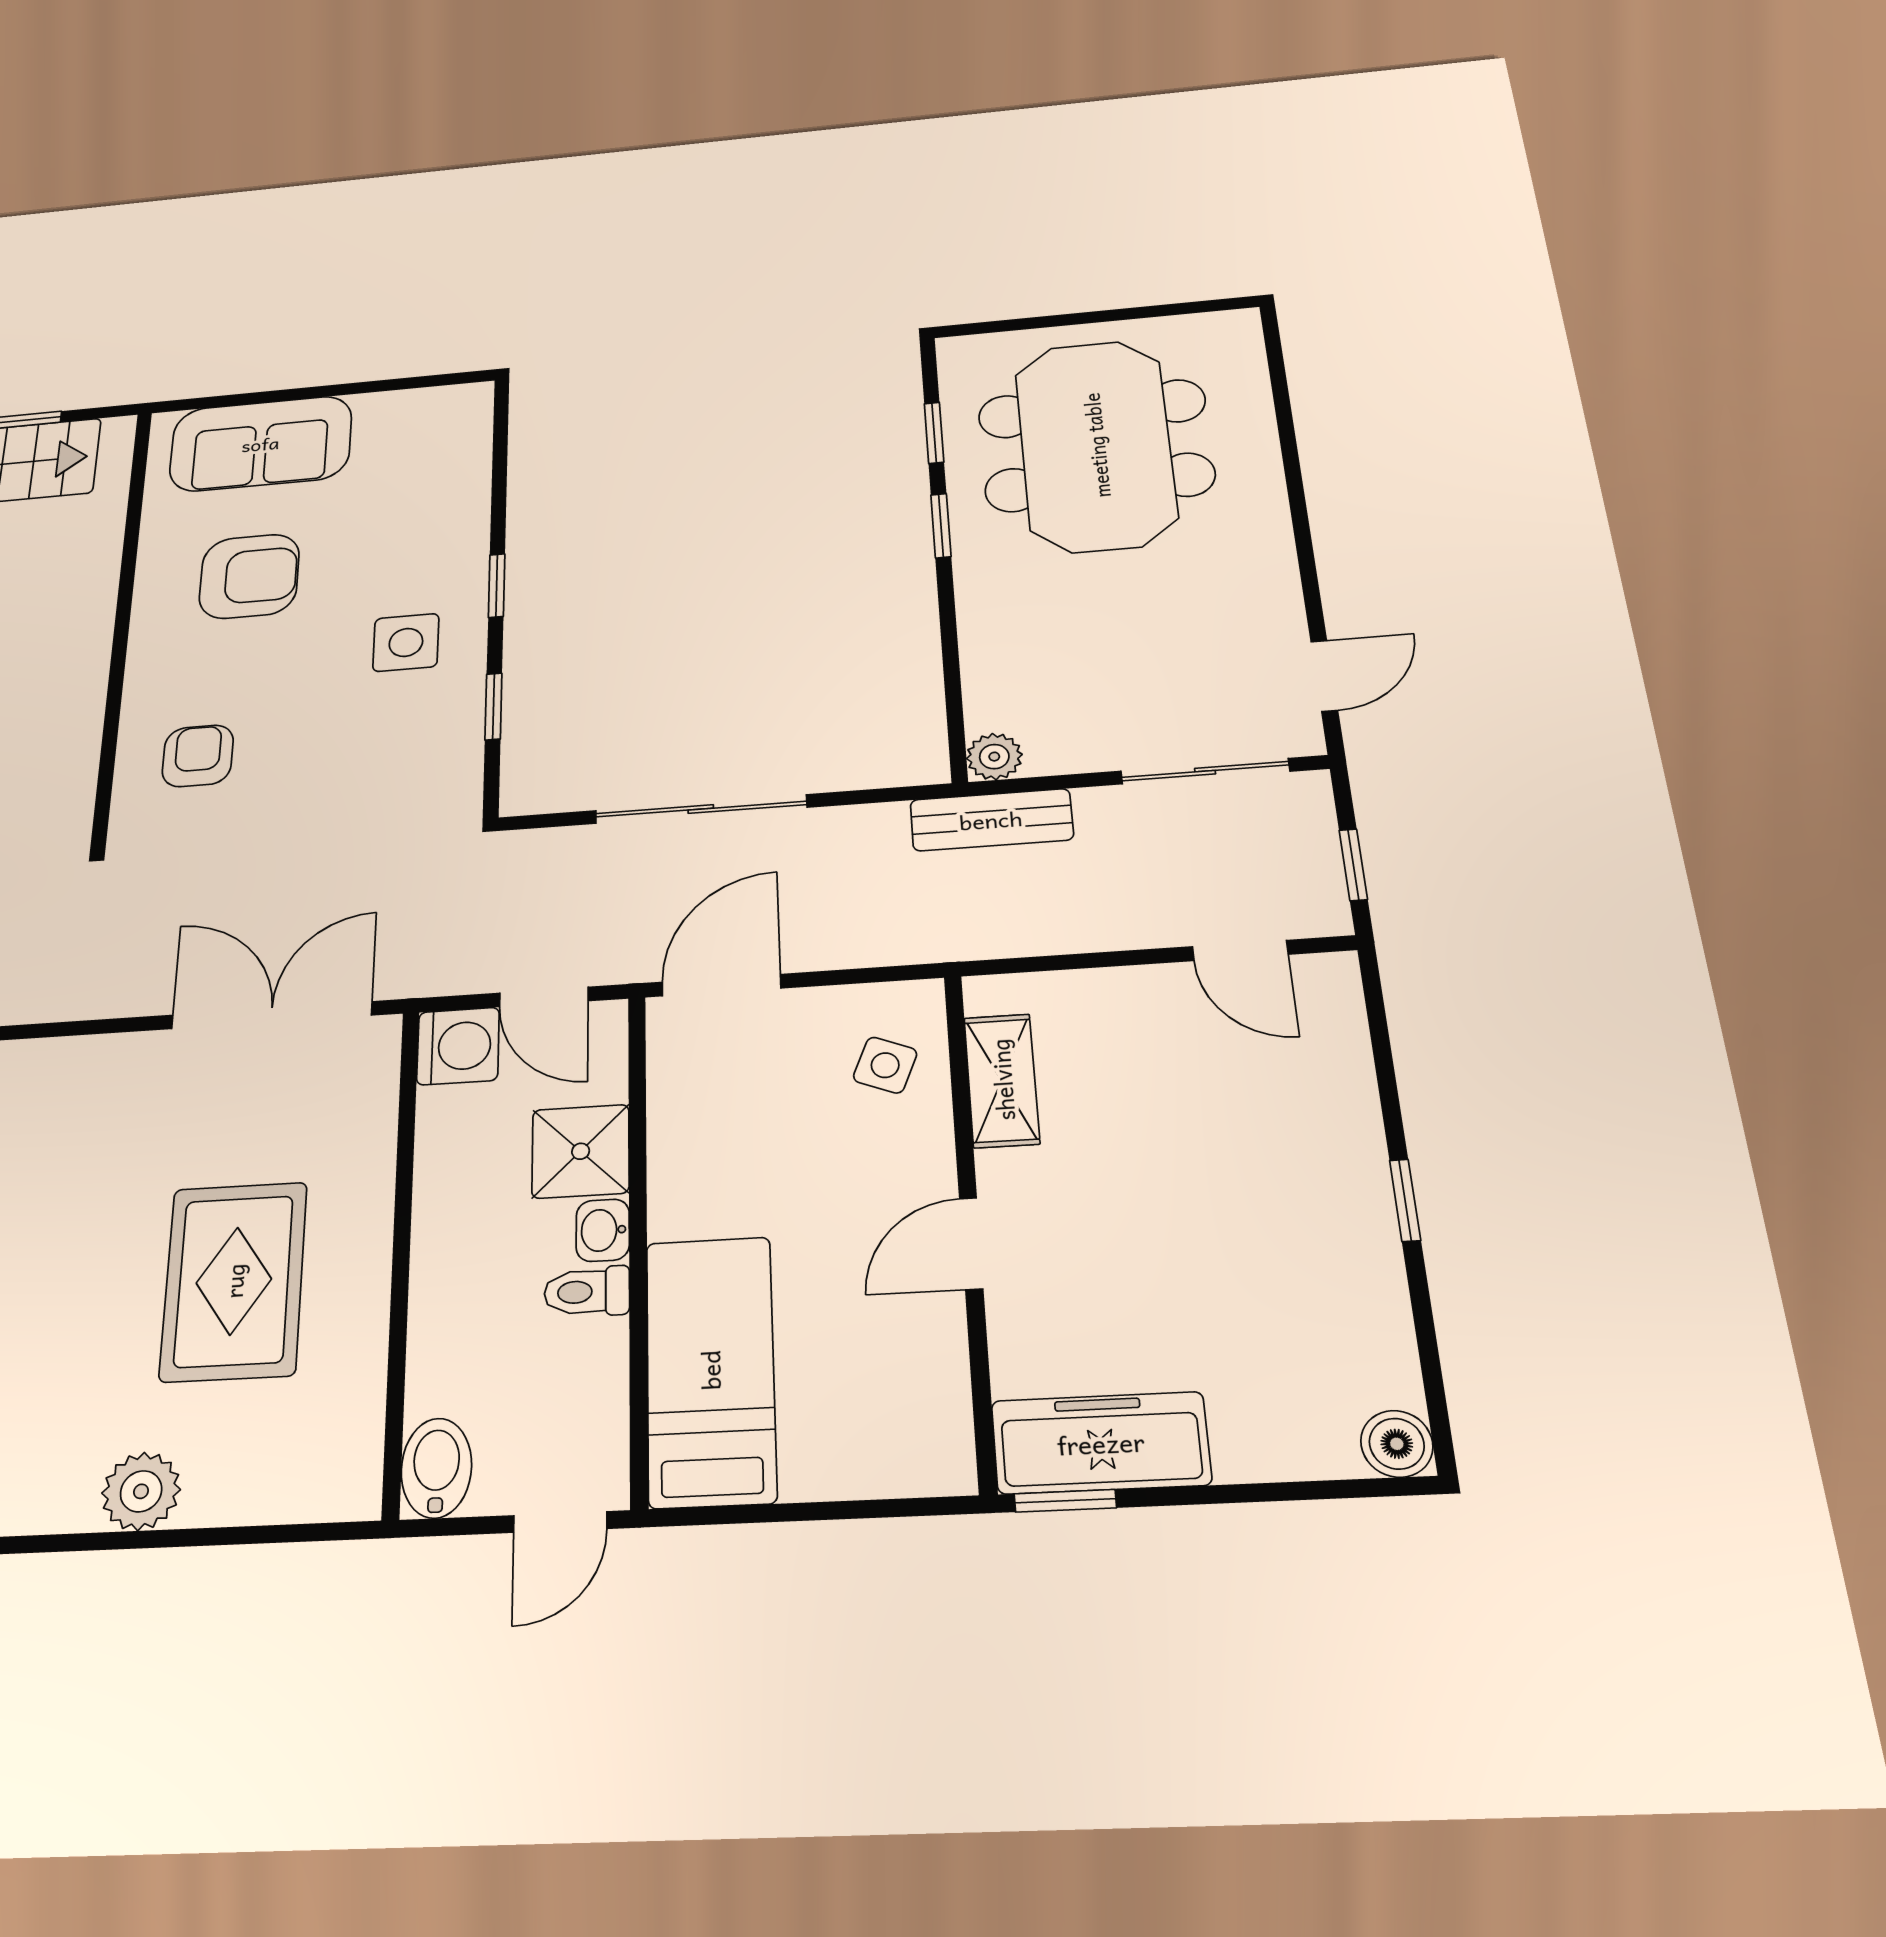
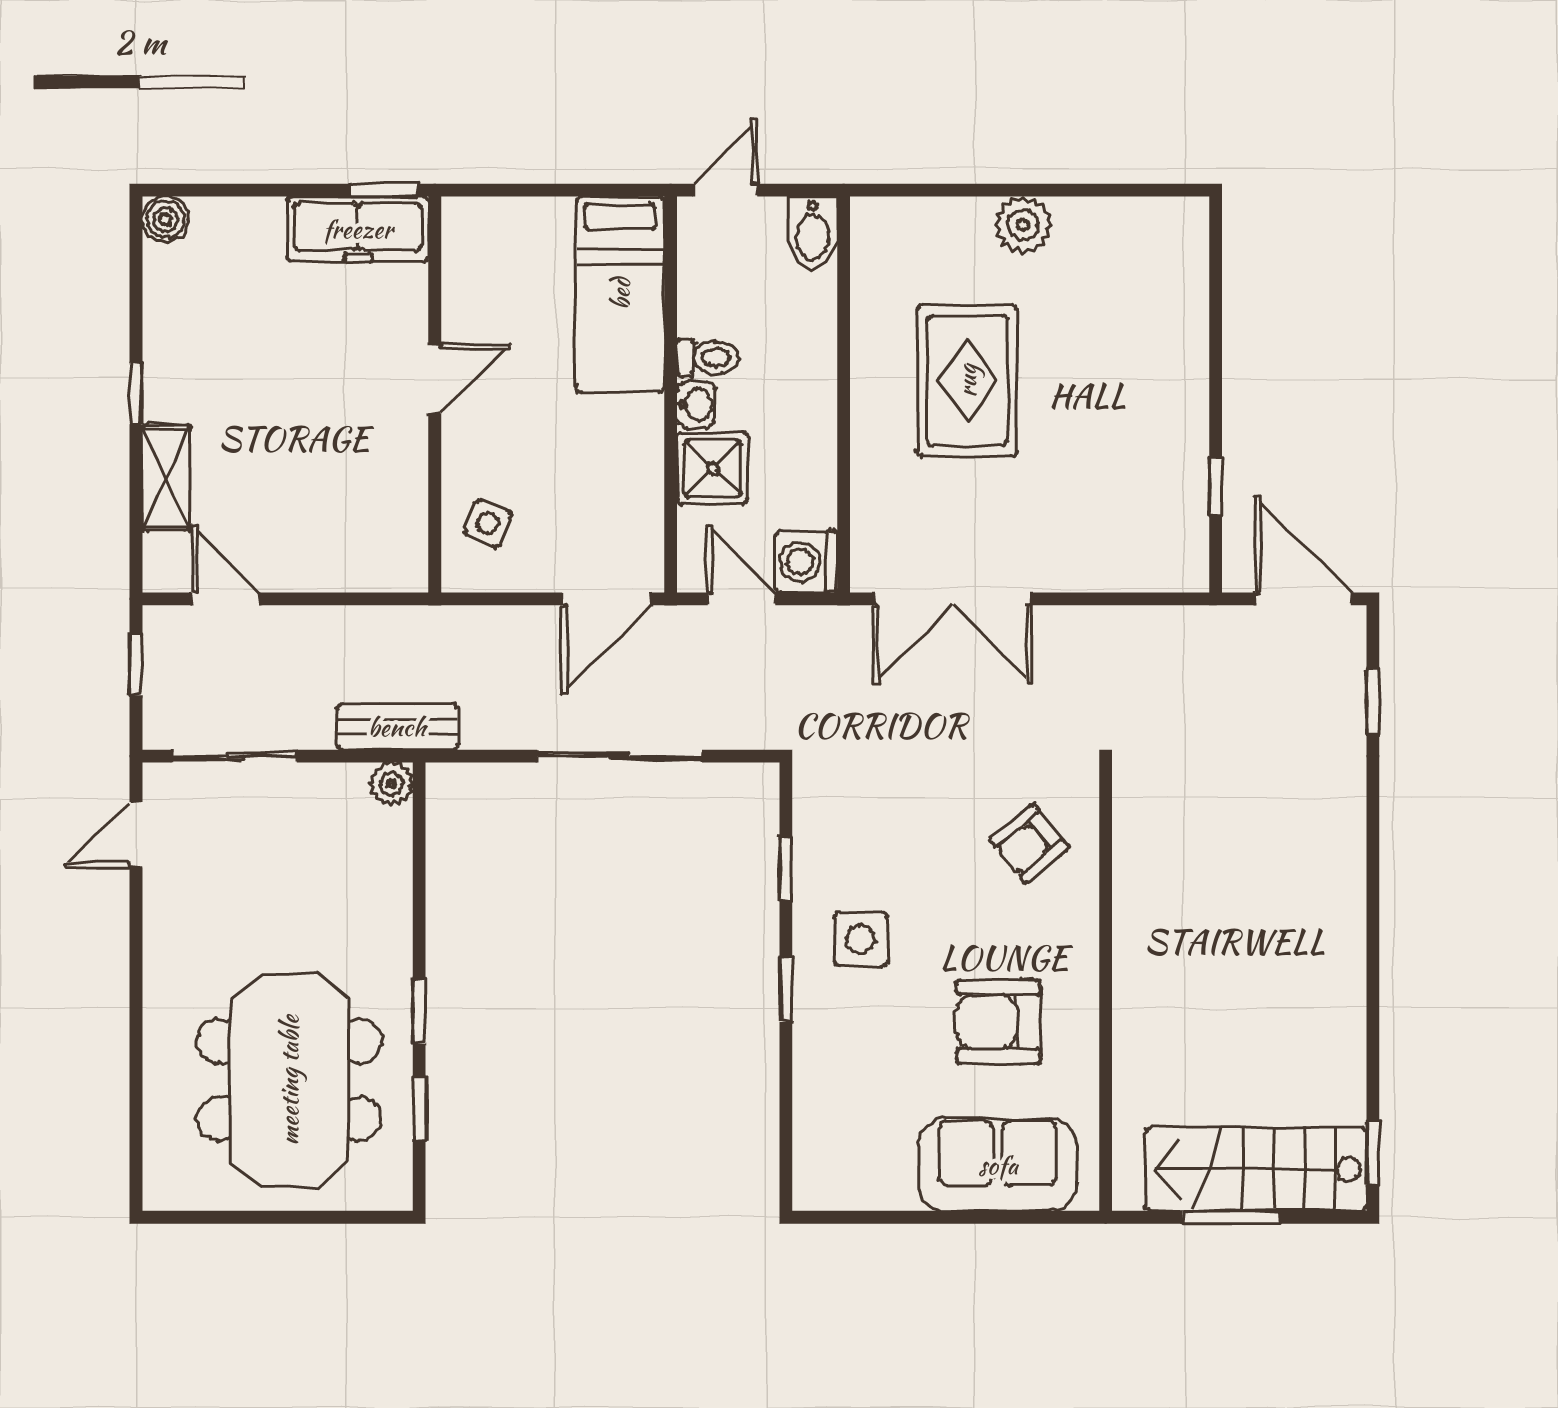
armchair: (198, 756) -> (1029, 843), turned 50
shelving: (1002, 1080) -> (166, 478), moved

